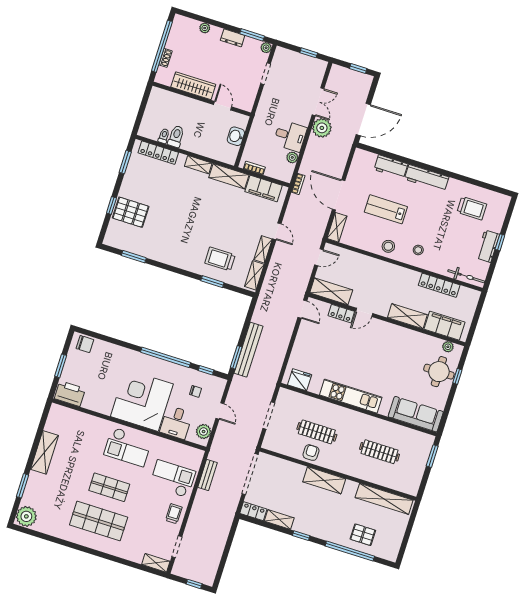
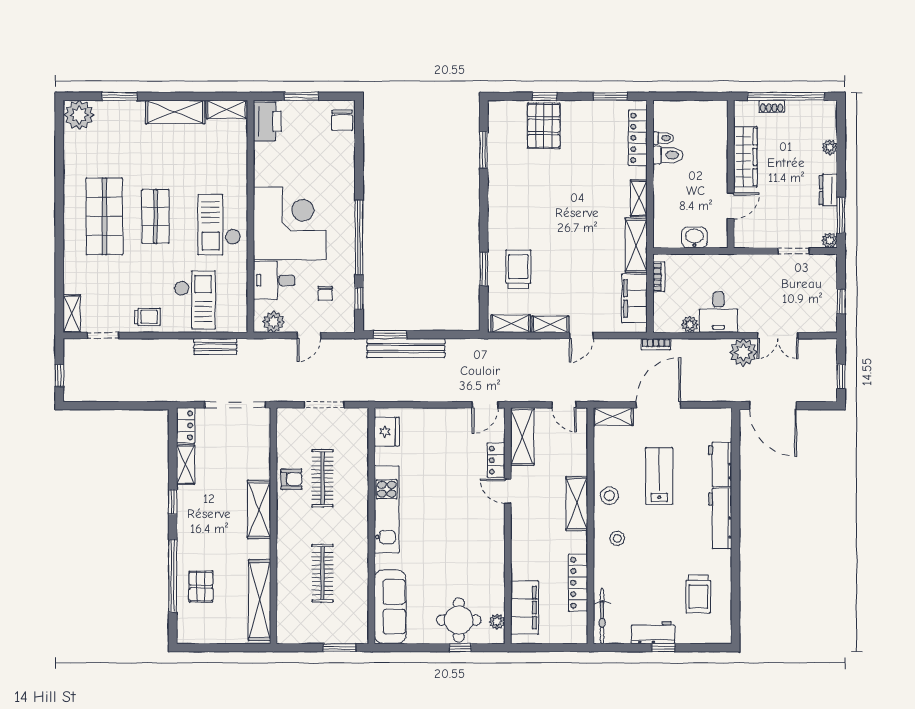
shelving: (407, 316) -> (577, 504), moved
shelving: (54, 418) -> (227, 109), added

